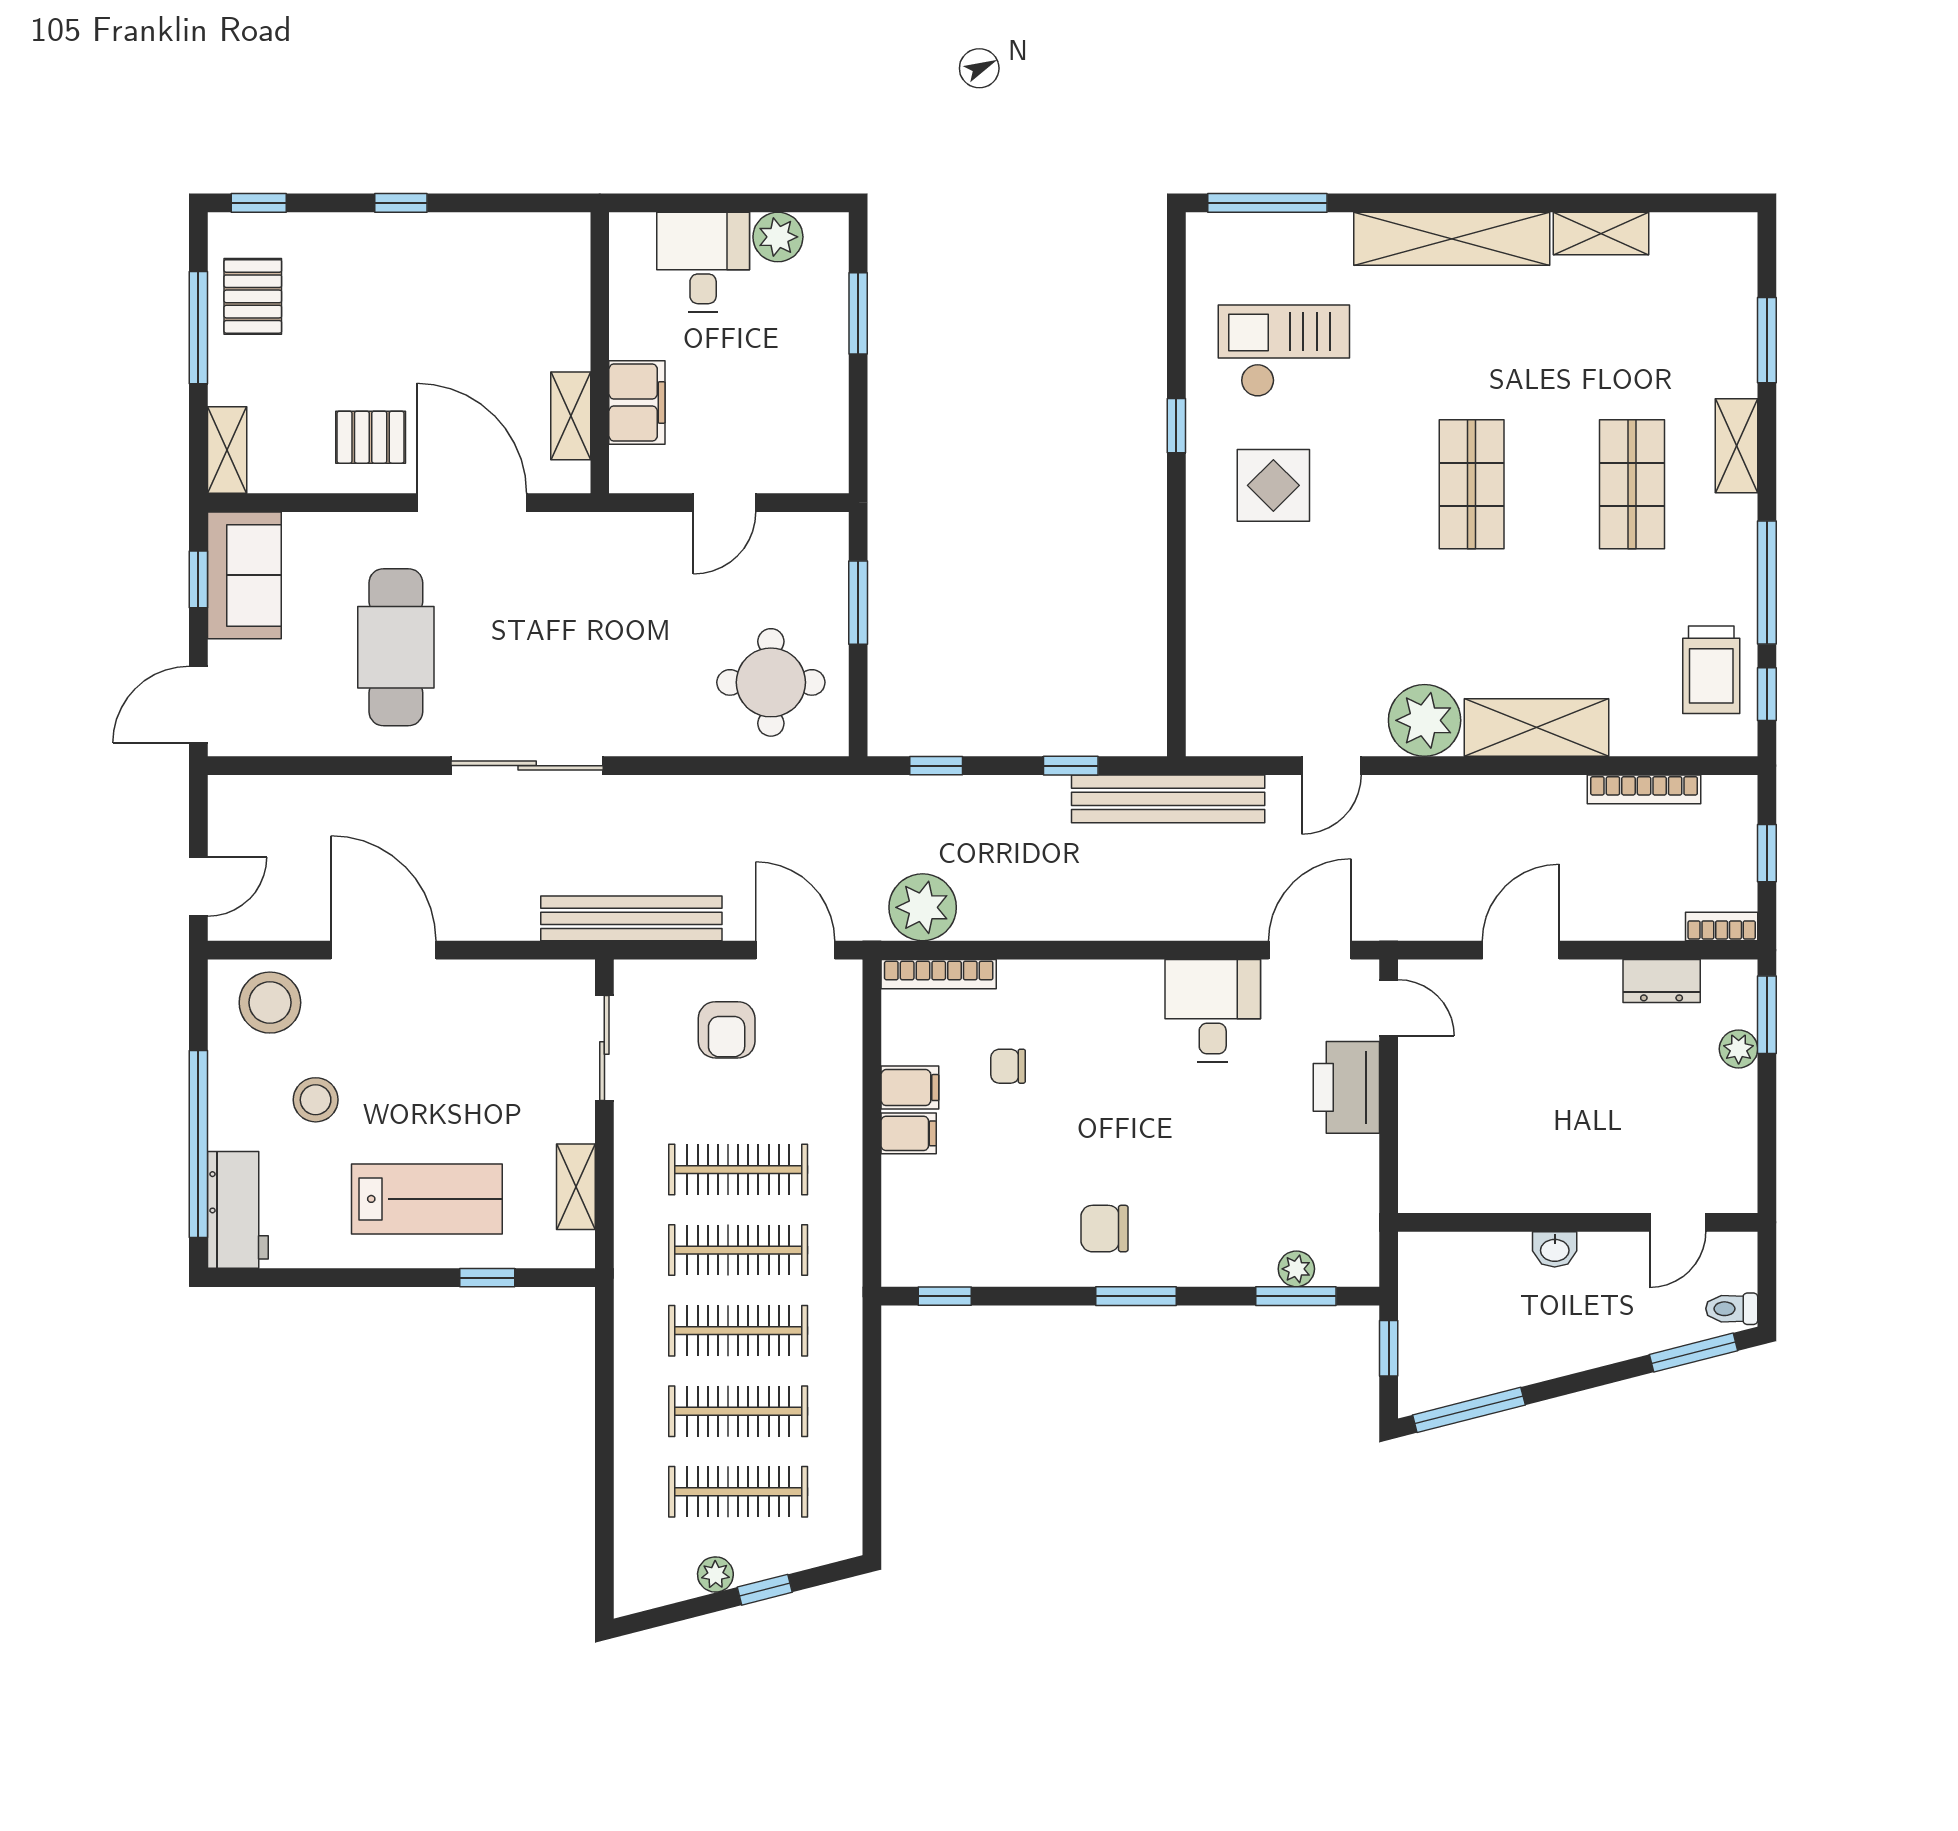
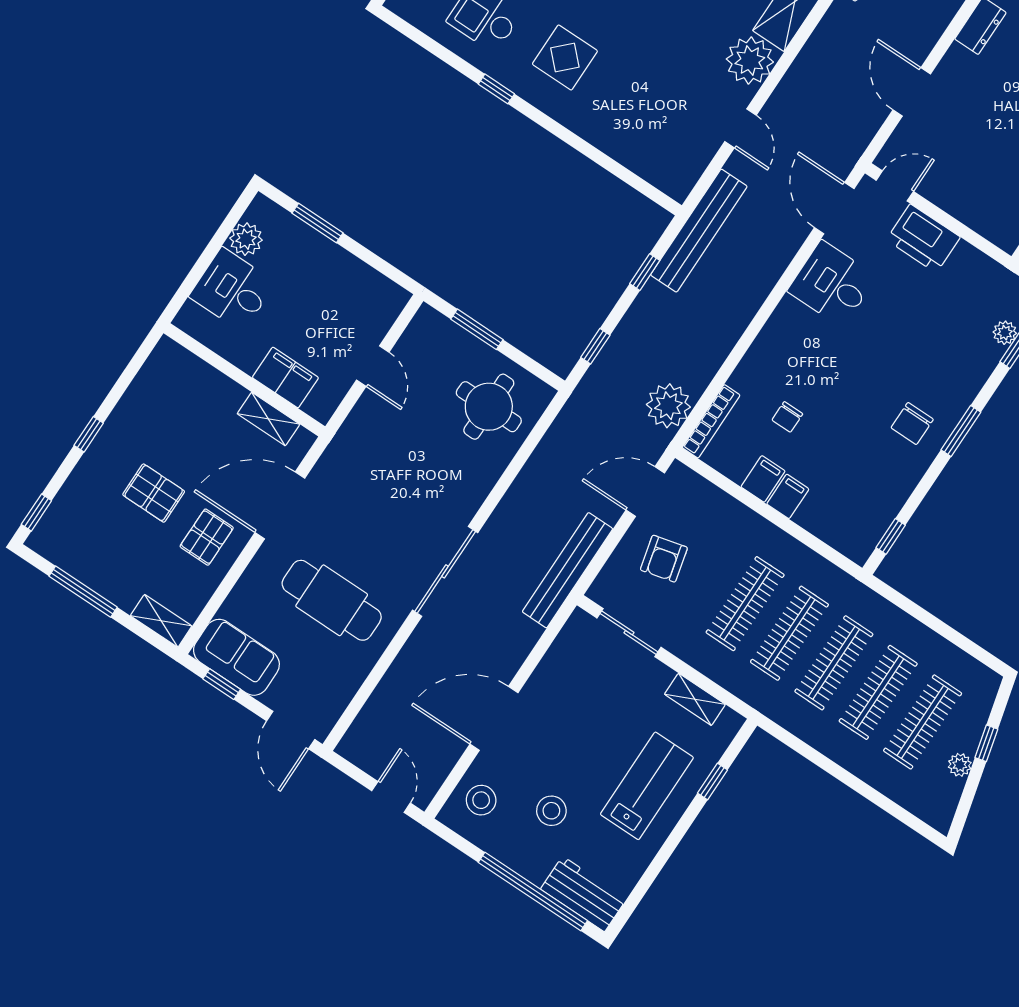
pallet: (253, 296) -> (154, 493), moved
stool: (270, 1003) -> (481, 800), width x0.73, depth x0.73
armchair: (727, 1030) -> (664, 559), turned 76

